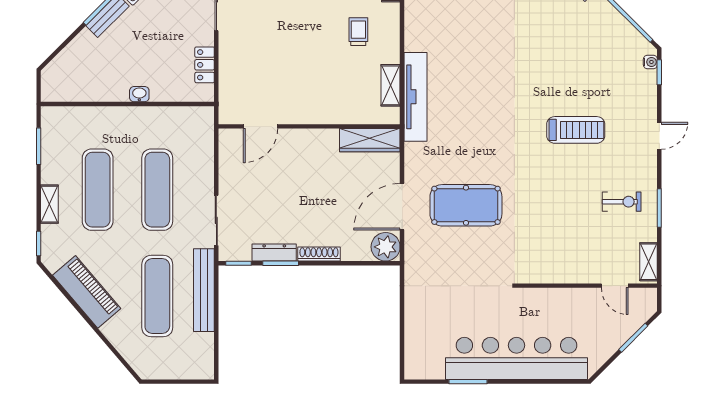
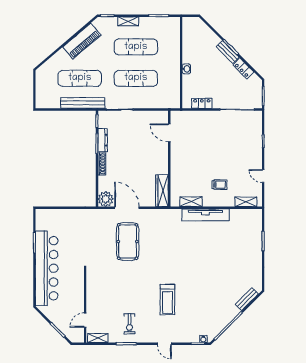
tv unit: (415, 97) -> (205, 215), moved

